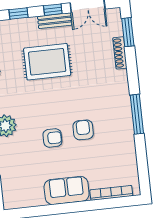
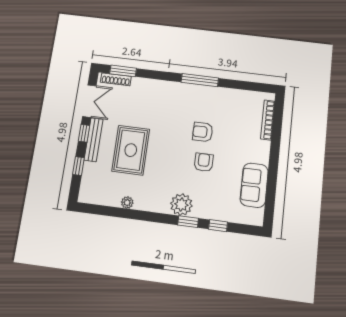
bench: (55, 21) -> (94, 140), width x1.36
shoe rack: (120, 53) -> (116, 79), moved
sofa: (67, 190) -> (254, 185), moved

